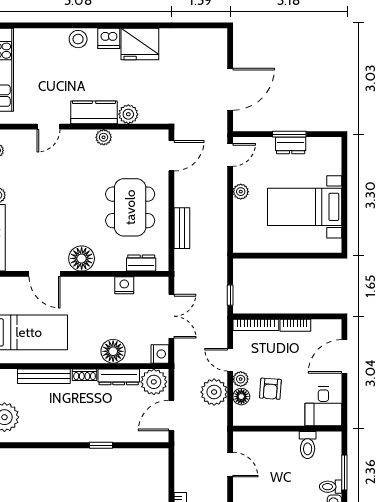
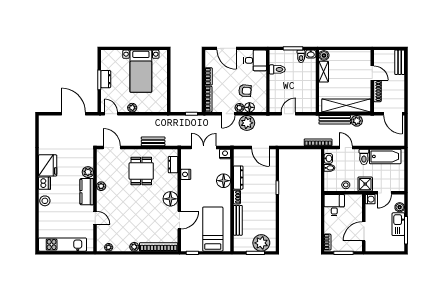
dining table: (130, 207) -> (141, 171), width x0.73
plant: (154, 382) -> (241, 157), removed

